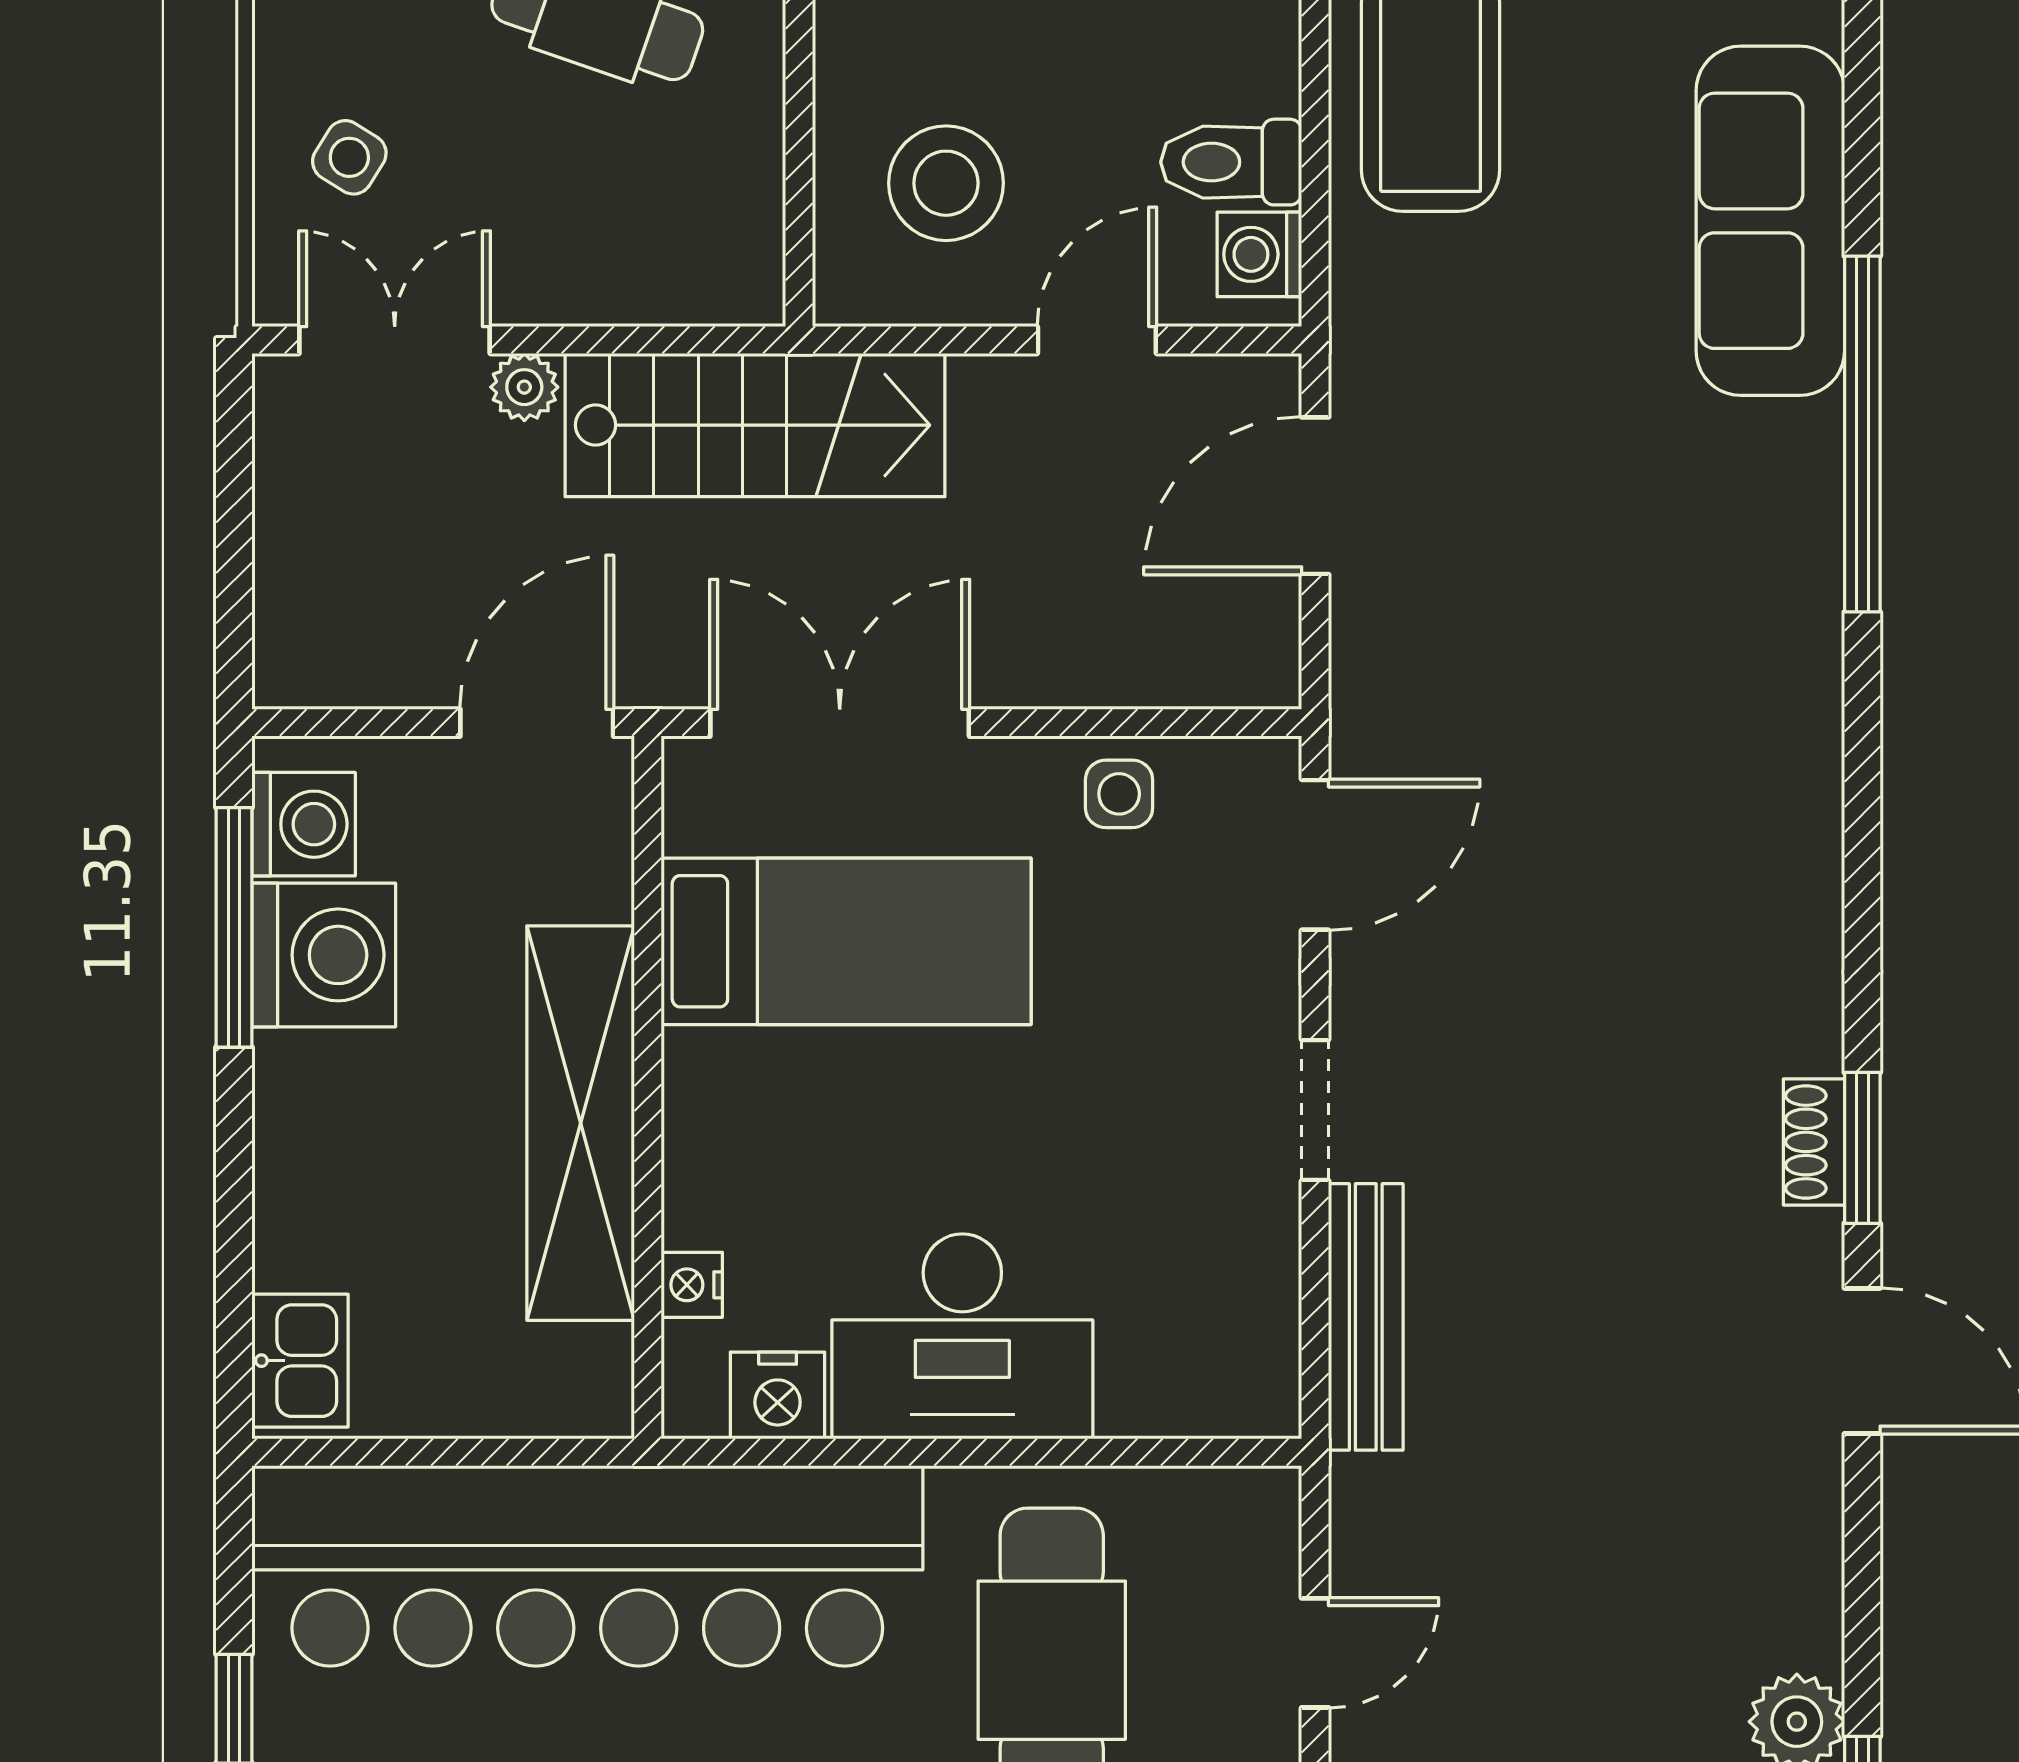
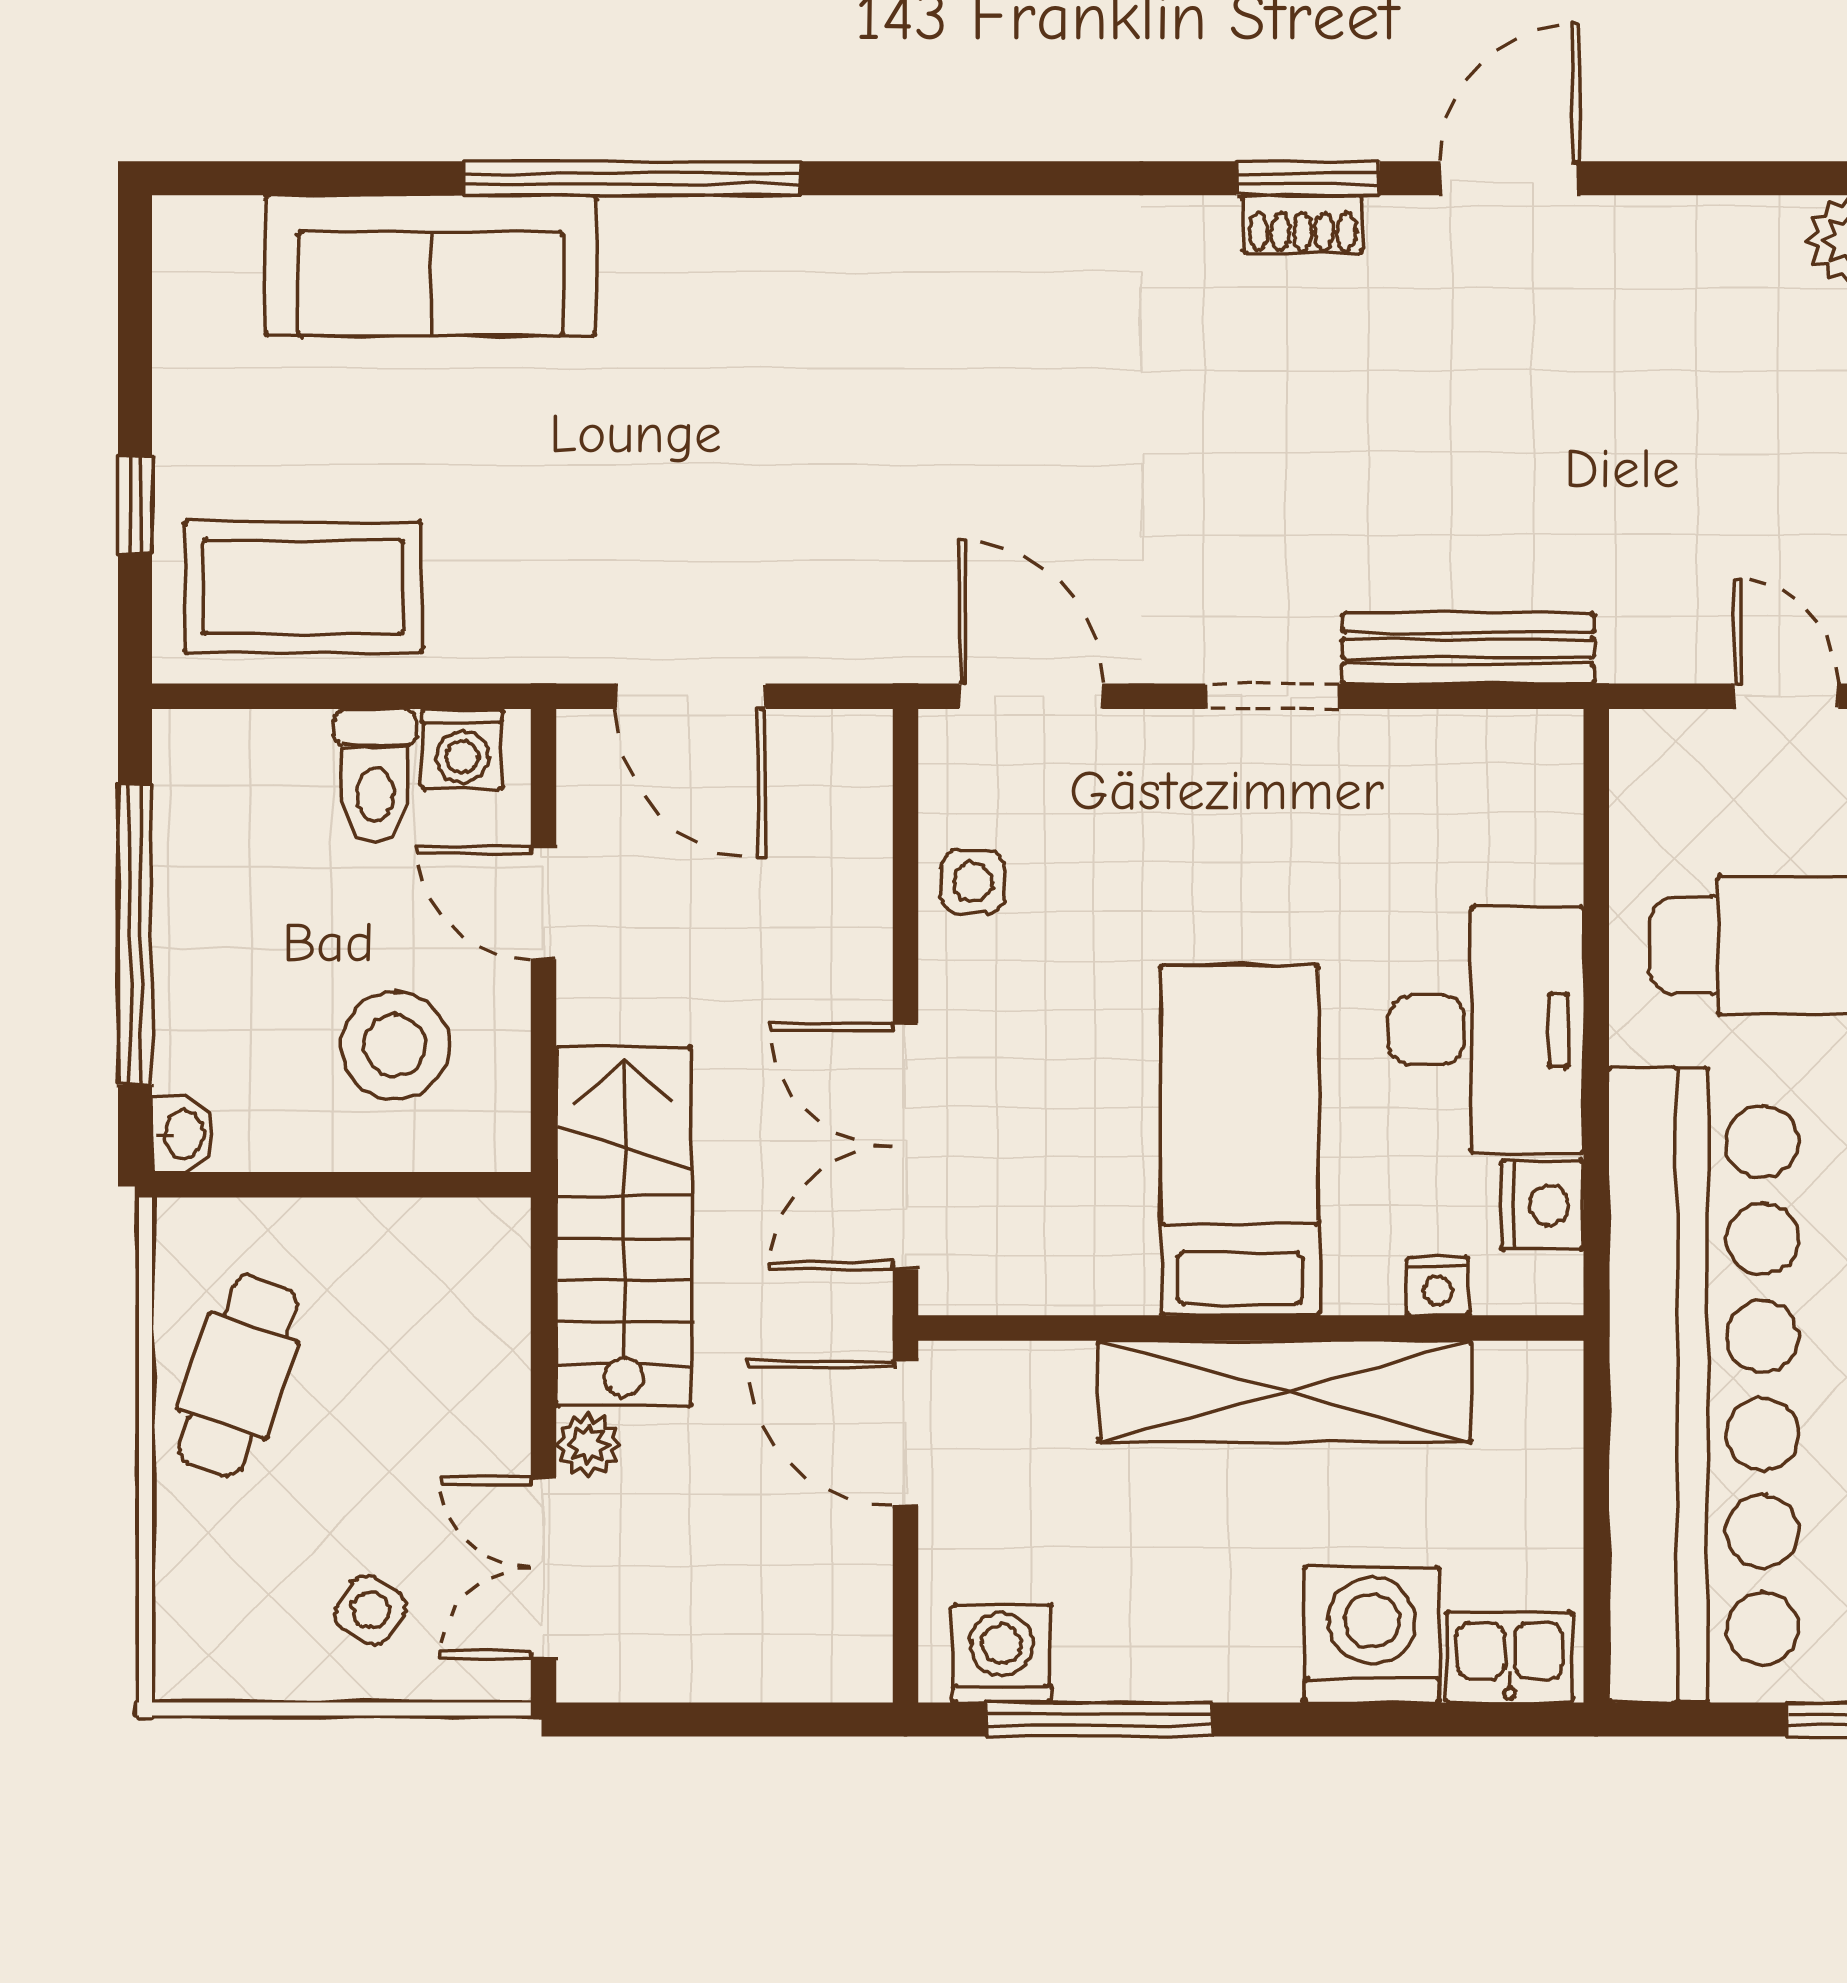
bed: (846, 941) -> (1240, 1140), moved
washing machine: (324, 955) -> (1372, 1635), moved

